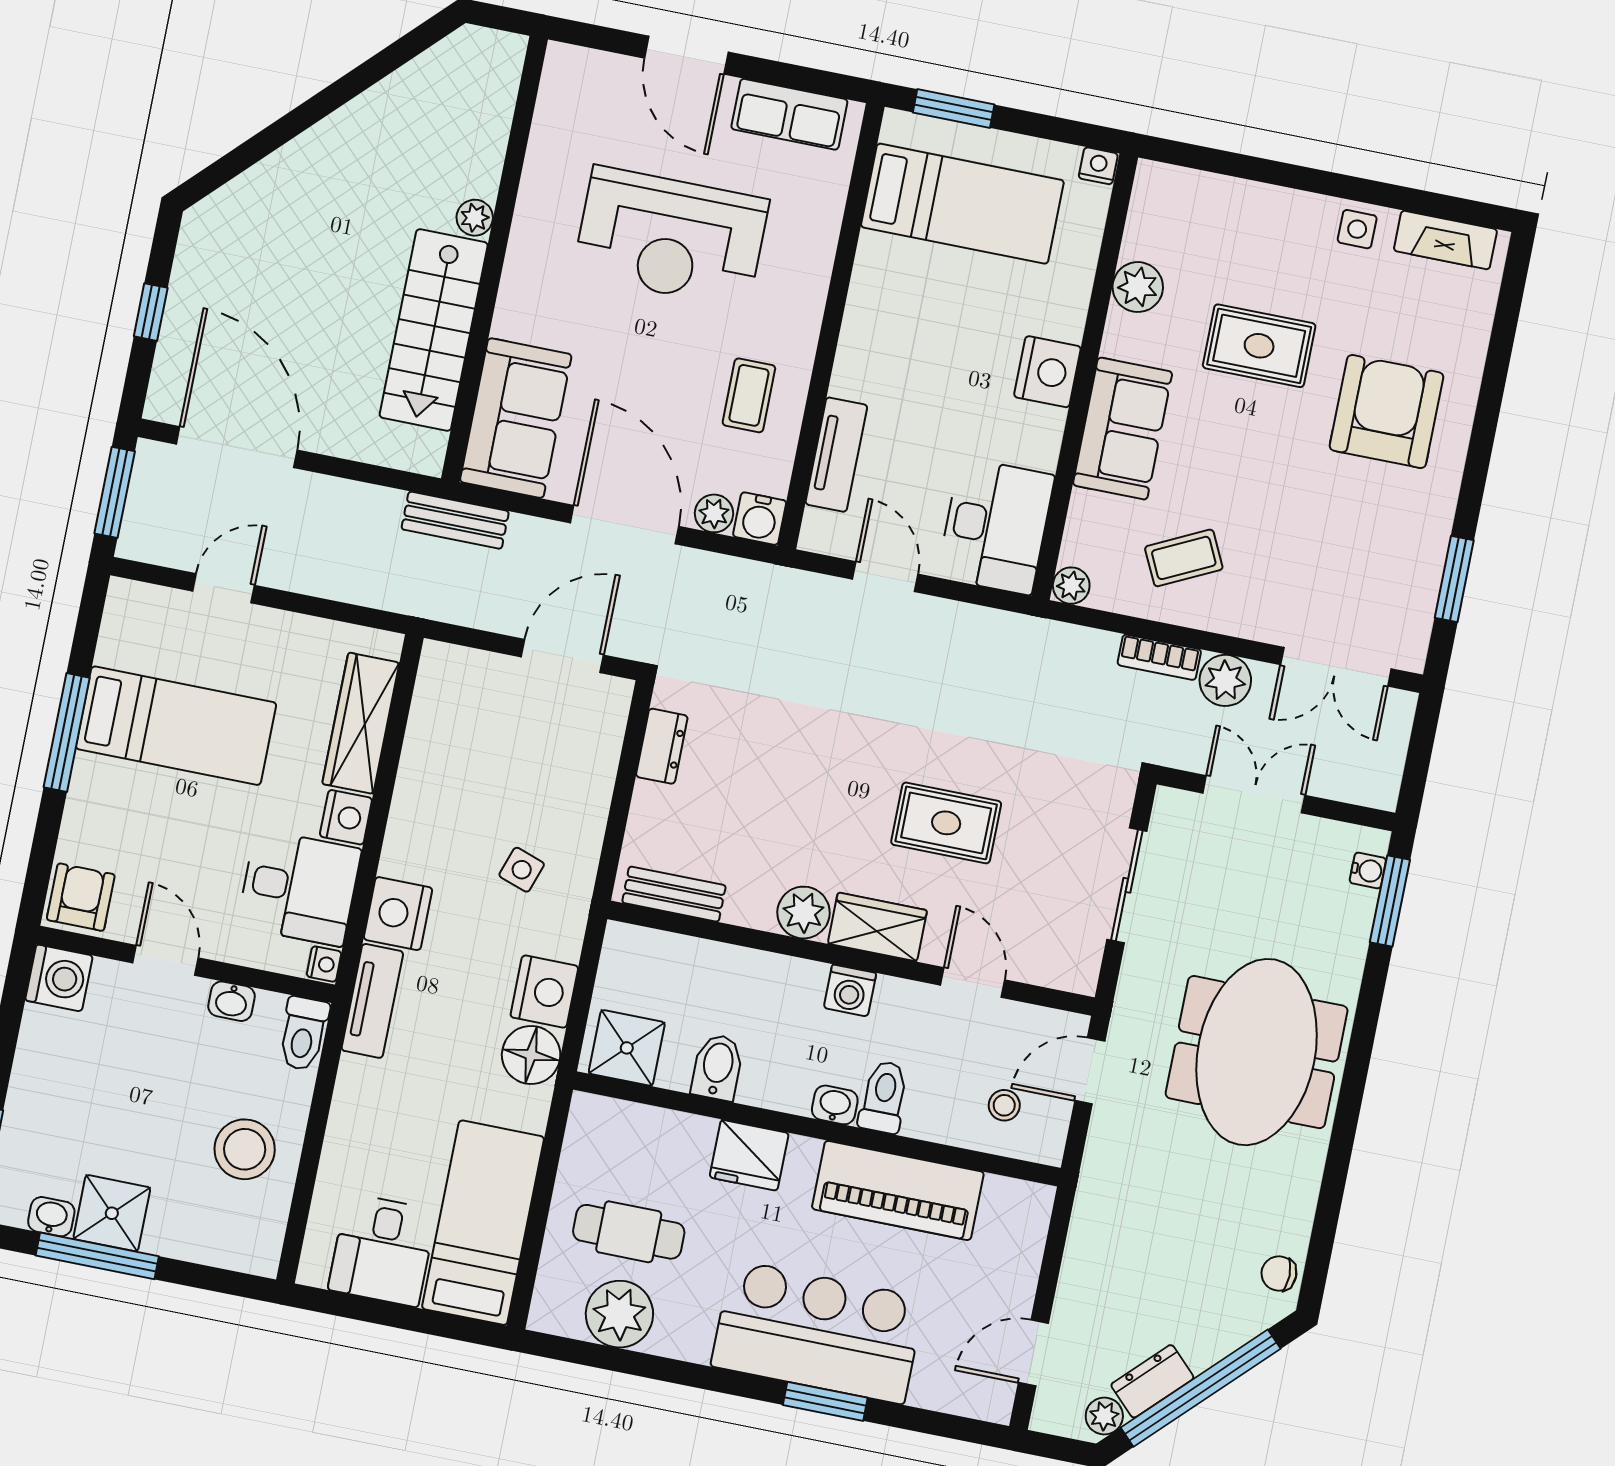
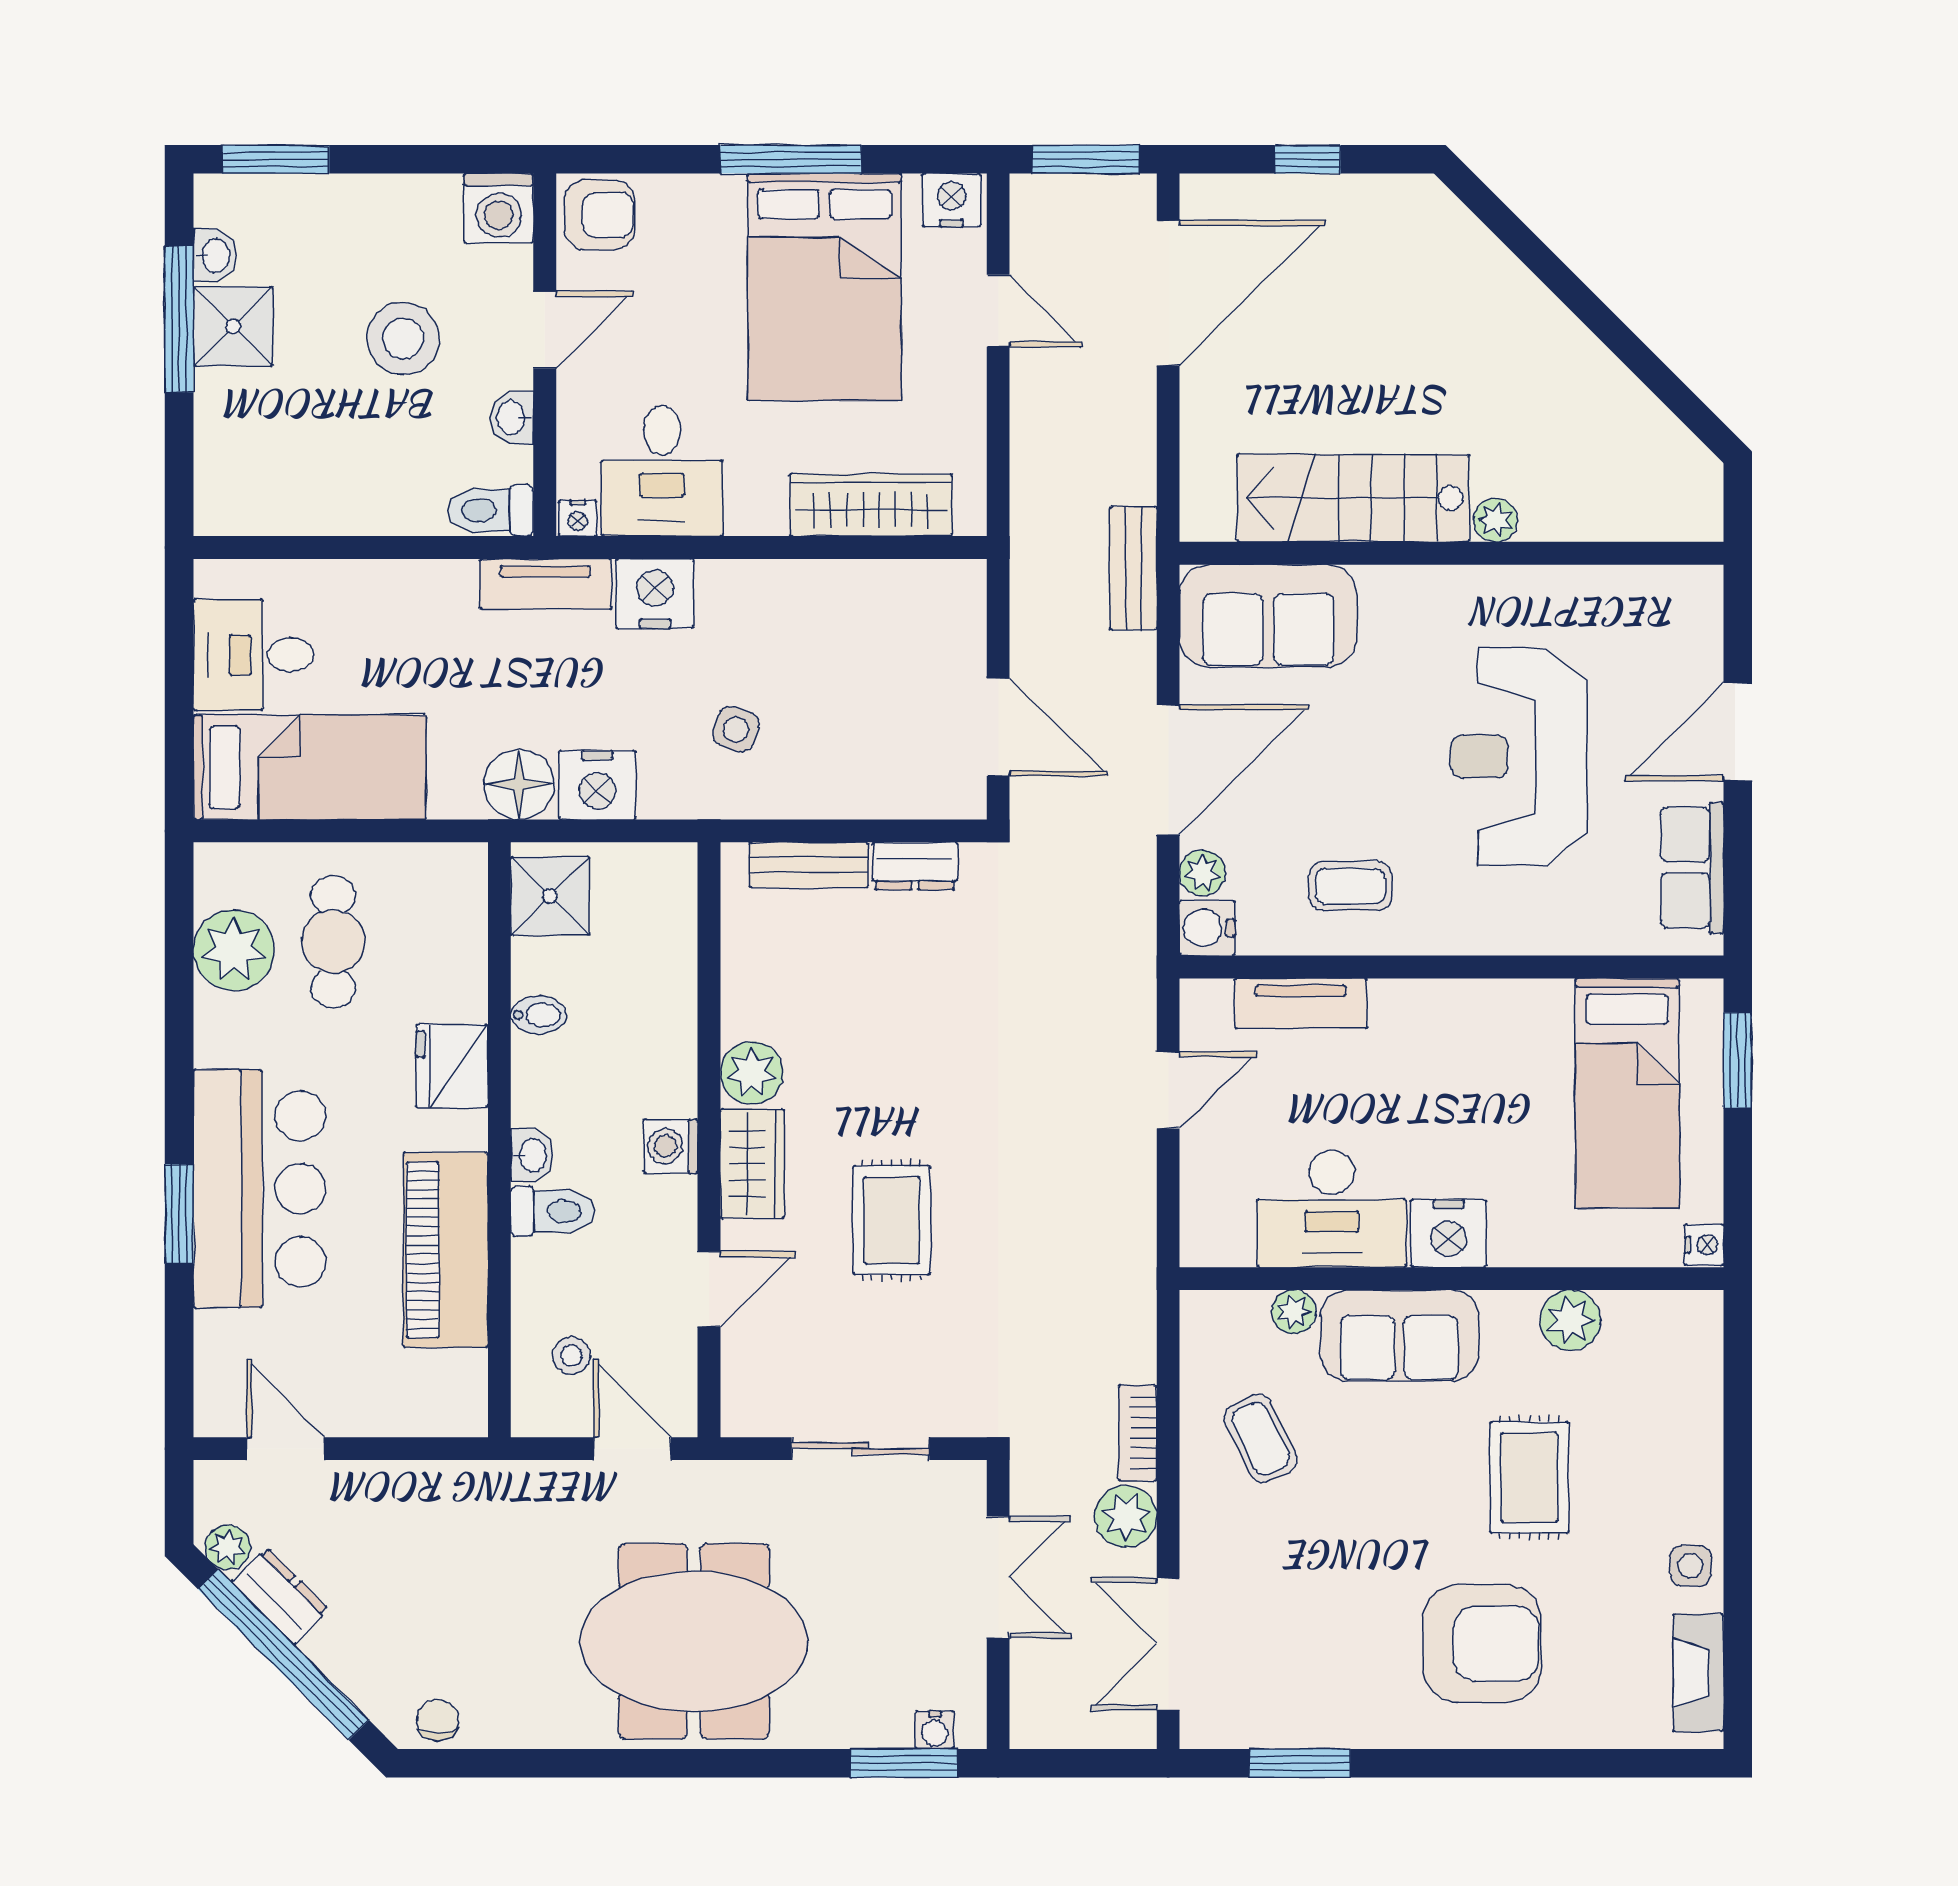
desk: (996, 526) -> (1332, 1209), moved
plant: (1071, 586) -> (1294, 1312), moved
bed: (176, 726) -> (824, 287), width x1.50
nightstand: (346, 817) -> (952, 200), moved, turned 180
bench: (674, 894) -> (809, 865), moved, turned 90
bidet: (717, 1067) -> (539, 1015), width x0.72, depth x0.74
stool: (245, 1149) -> (403, 339), moved

